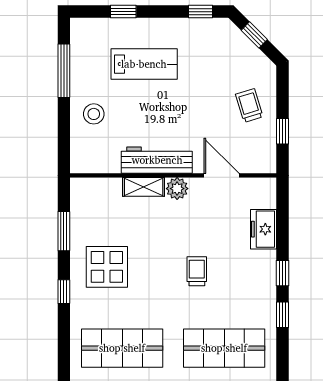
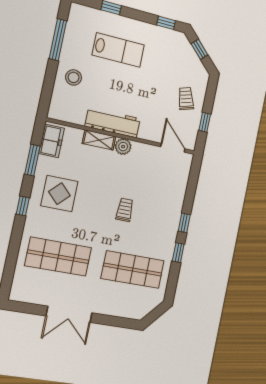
door: (222, 175) -> (173, 148), moved
freezer: (263, 229) -> (52, 141), moved, turned 180

